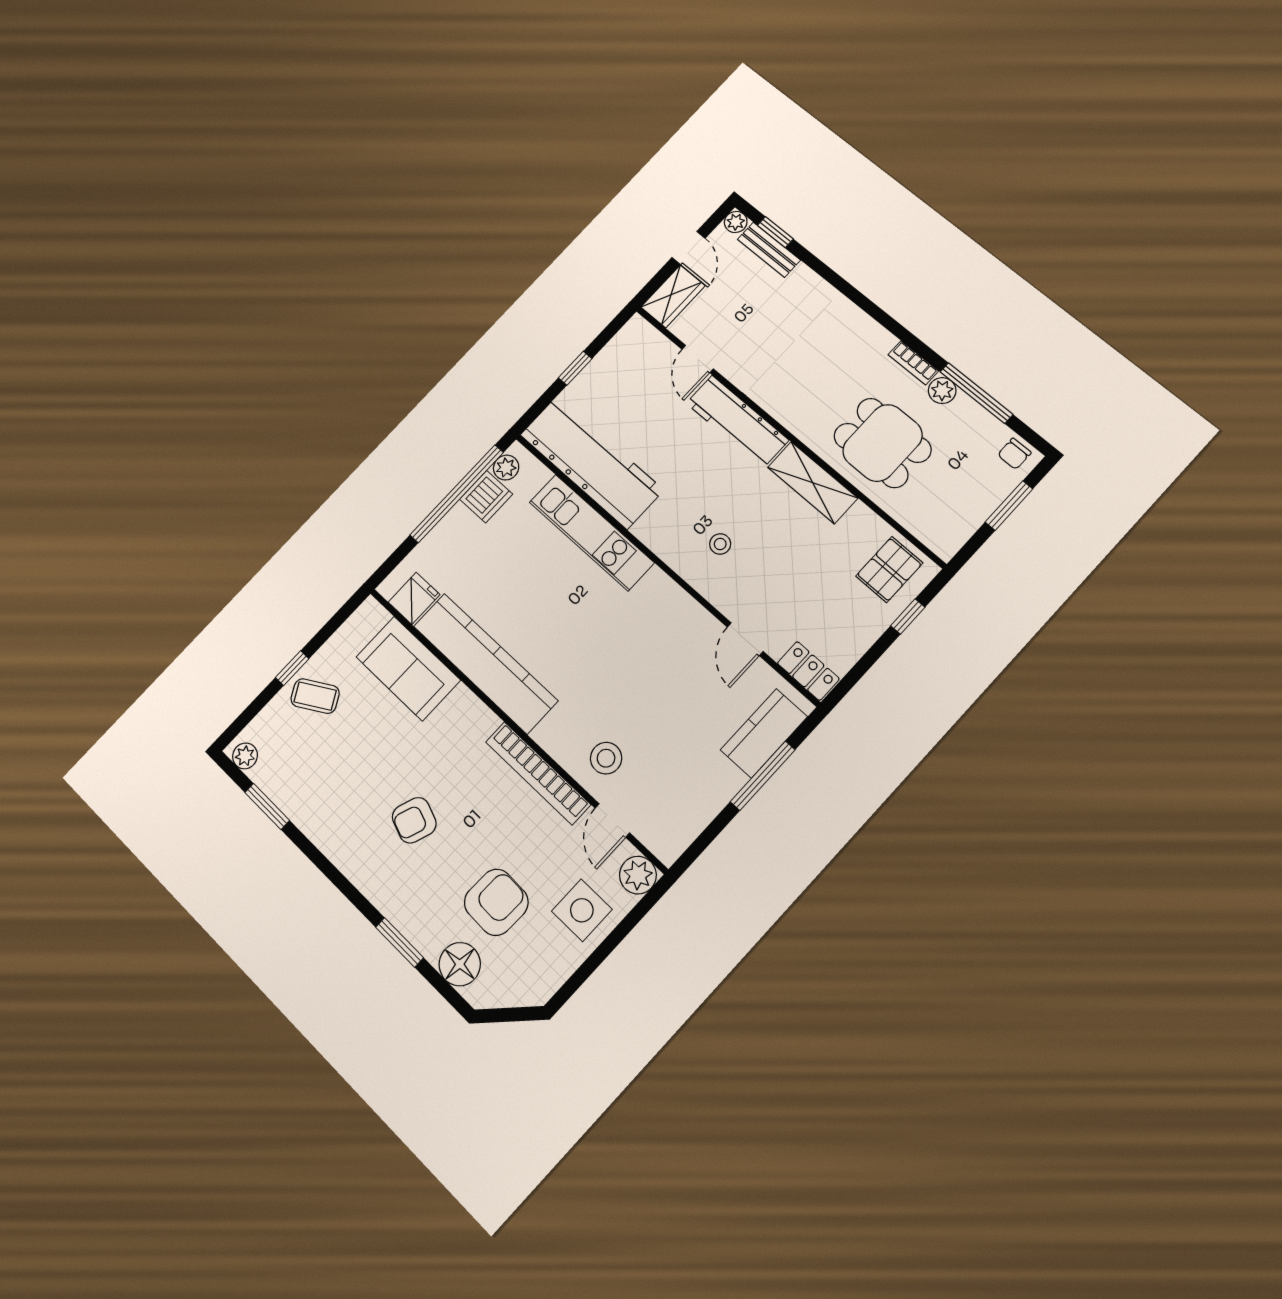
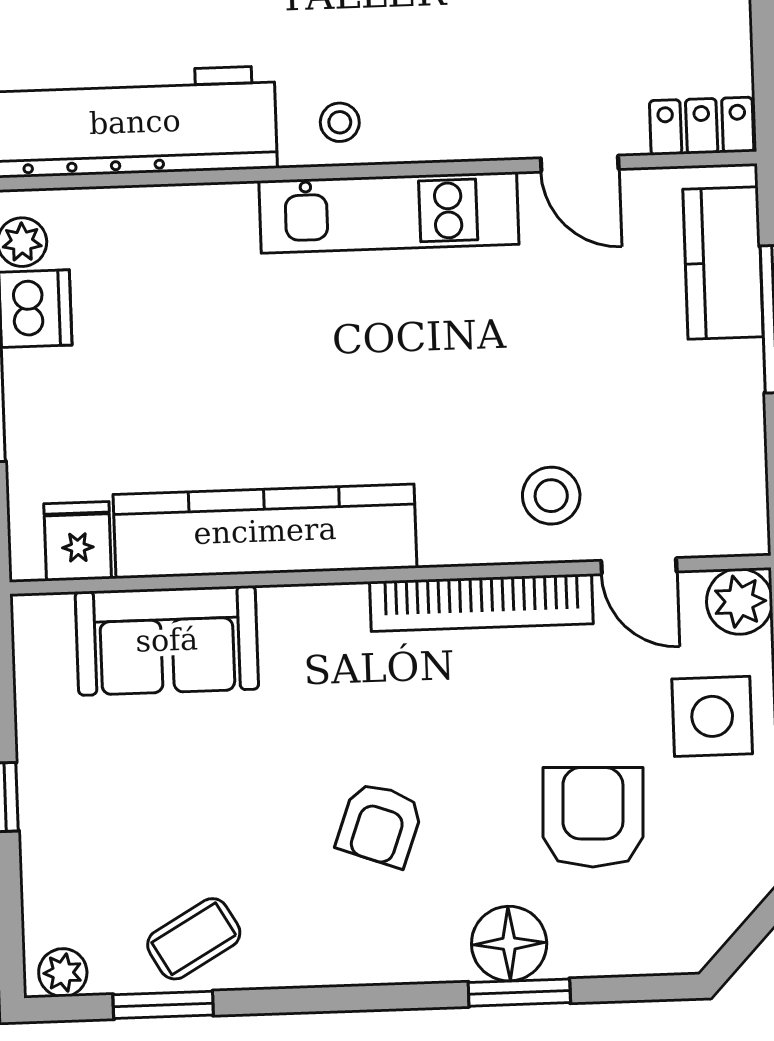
kitchen unit: (591, 532) -> (389, 212), moved
stool: (720, 544) -> (340, 122), moved
coffee table: (315, 696) -> (194, 939), moved
floor lamp: (460, 964) -> (509, 944), moved

